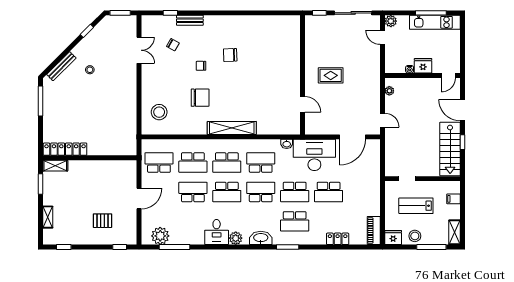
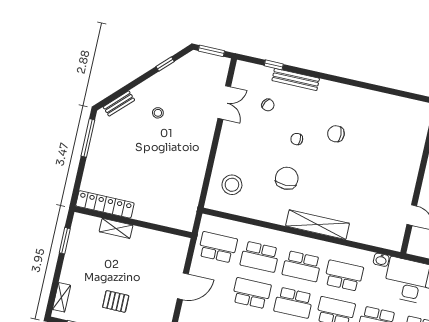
bench: (190, 20) -> (296, 79), width x1.36
bench: (61, 66) -> (119, 103), width x0.73
chair: (200, 98) -> (287, 178), turned -90
shelving: (55, 166) -> (116, 228), moved
shelving: (48, 217) -> (61, 297), moved
pallet: (102, 221) -> (116, 301), moved

